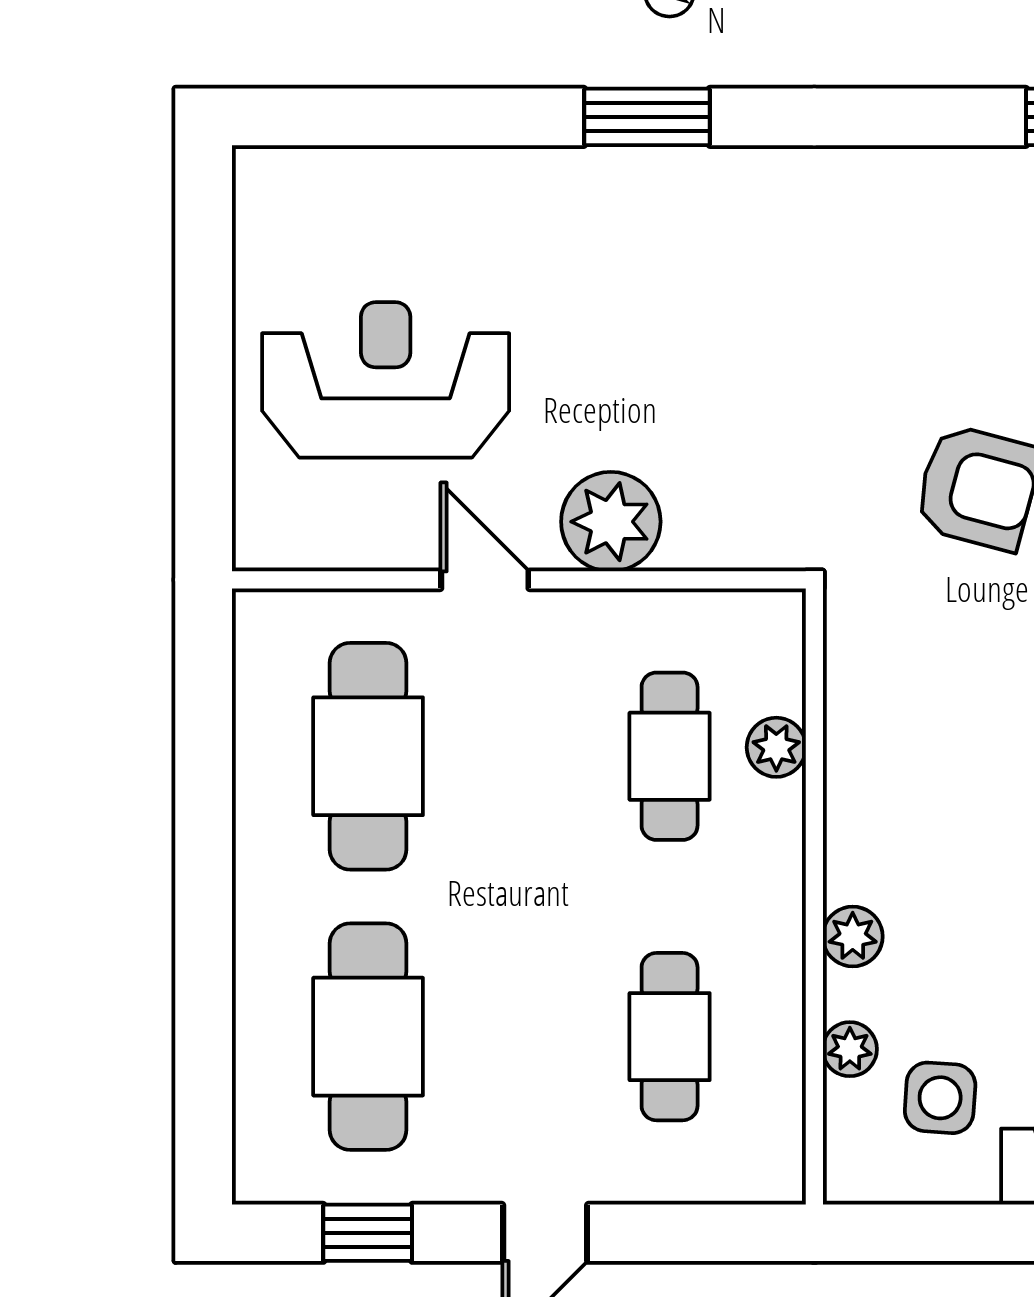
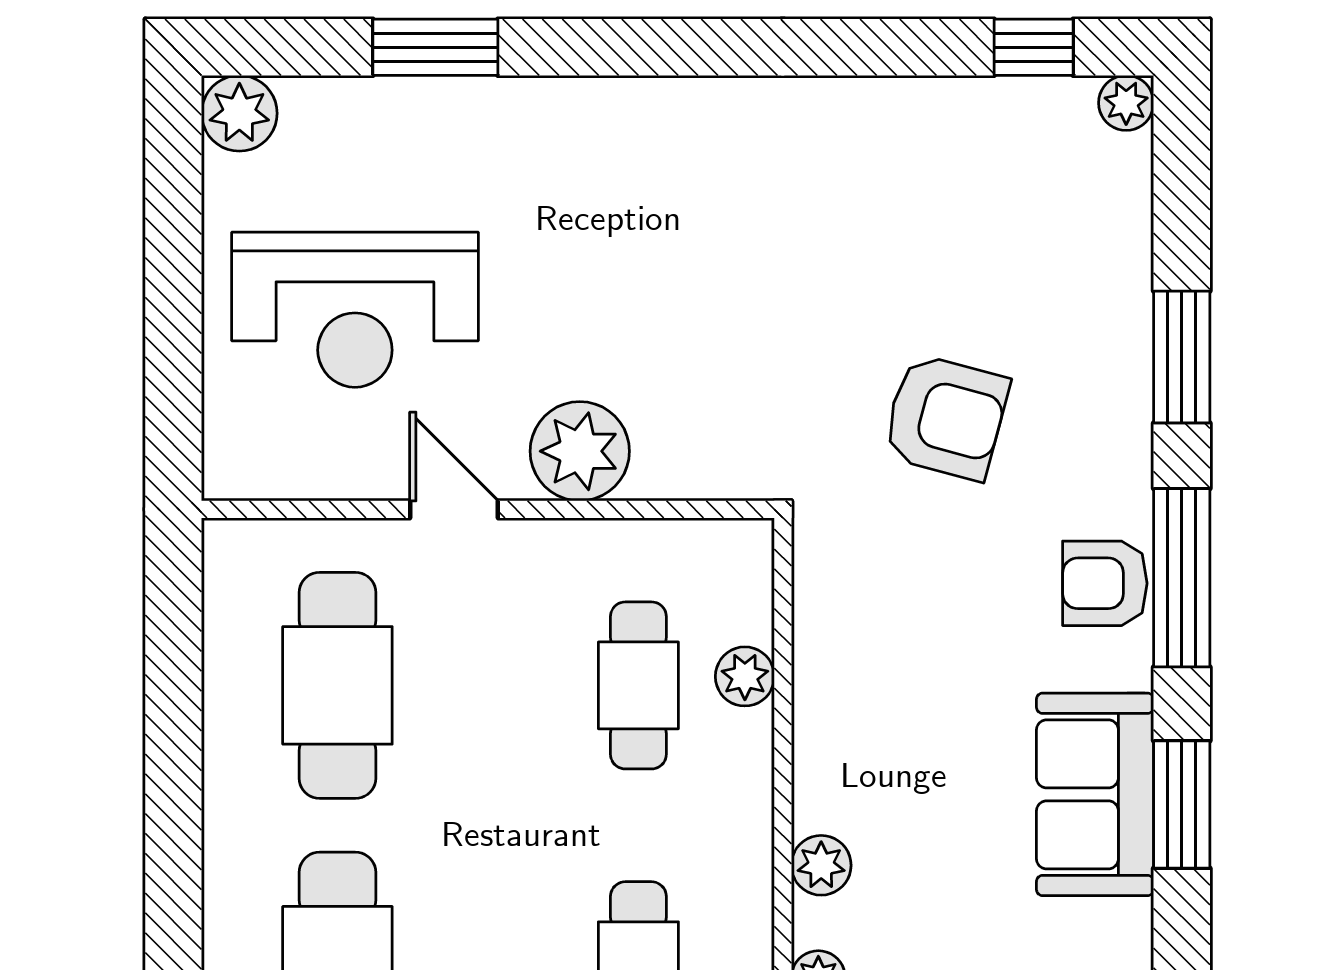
window: (647, 117) -> (435, 47), moved
plant: (270, 183) -> (239, 113), added
reception desk: (386, 380) -> (355, 310), turned 180

